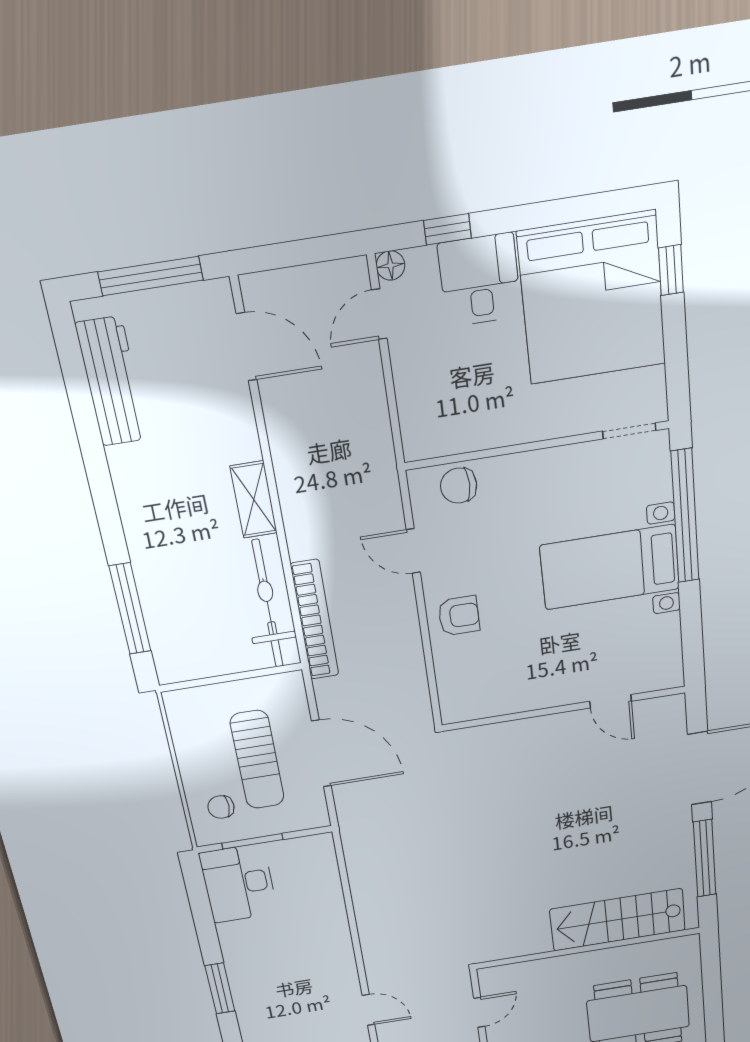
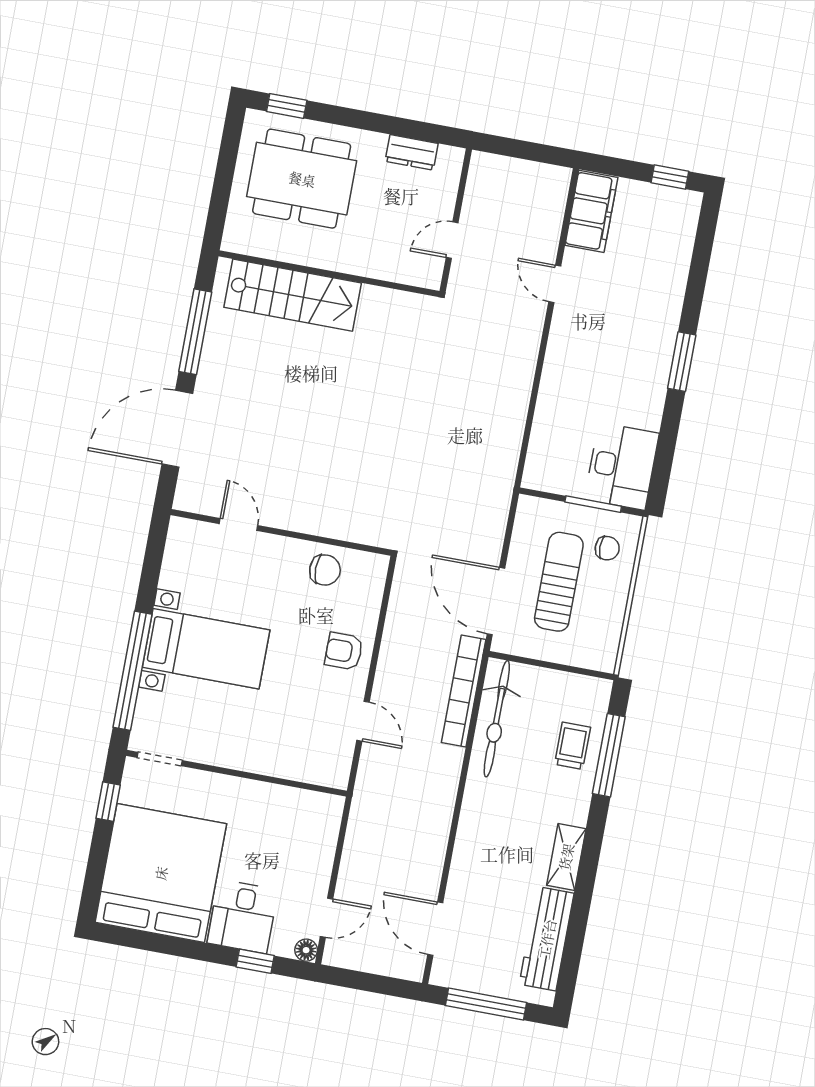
window: (671, 270) -> (108, 802), moved
chair: (459, 486) -> (325, 570), moved
shelving: (254, 500) -> (566, 857), moved
trolley: (174, 605) -> (572, 746), added
door: (321, 754) -> (496, 601), moved

